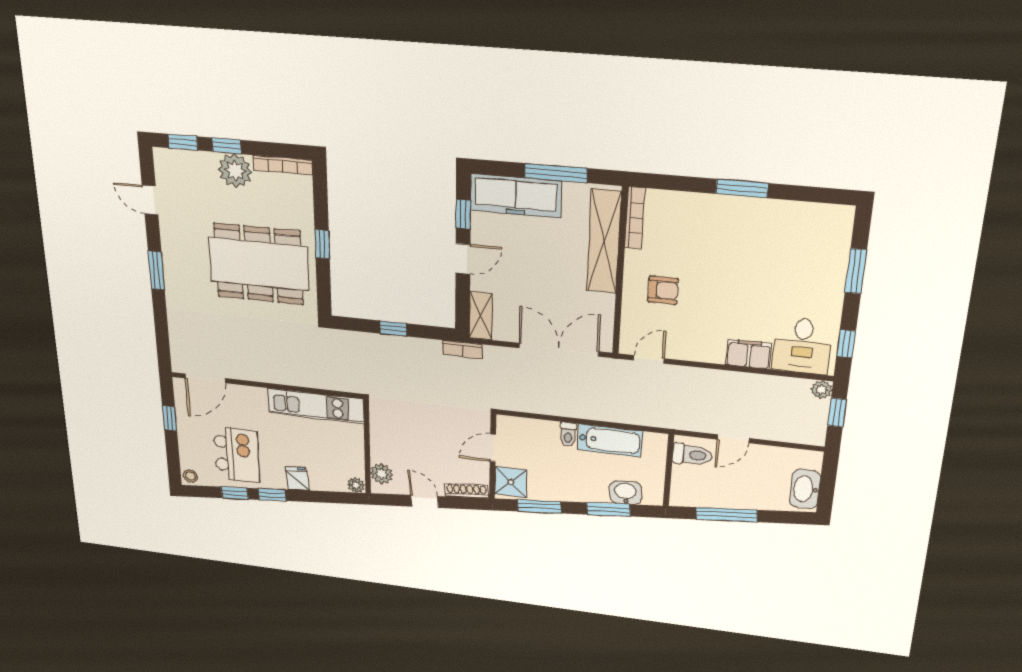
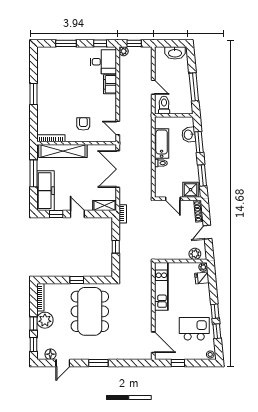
floor lamp: (166, 176) -> (50, 354), added
fridge: (297, 479) -> (202, 278), moved

